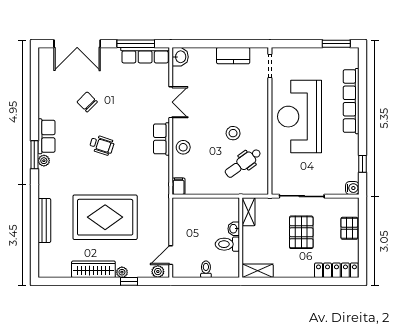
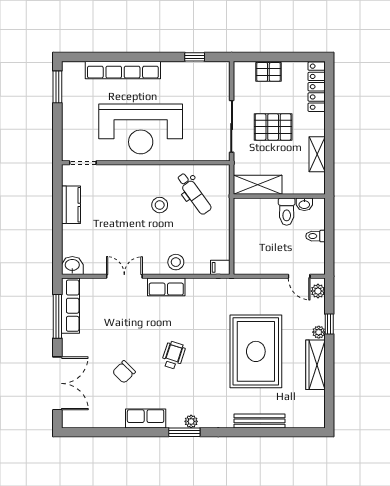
row of seats: (46, 136) -> (146, 418), moved
water cooler: (352, 188) -> (222, 69), removed
shelving: (249, 212) -> (258, 185), width x1.50, depth x1.33
washbasin: (234, 229) -> (304, 204), moved
shelving: (258, 271) -> (317, 154), moved

